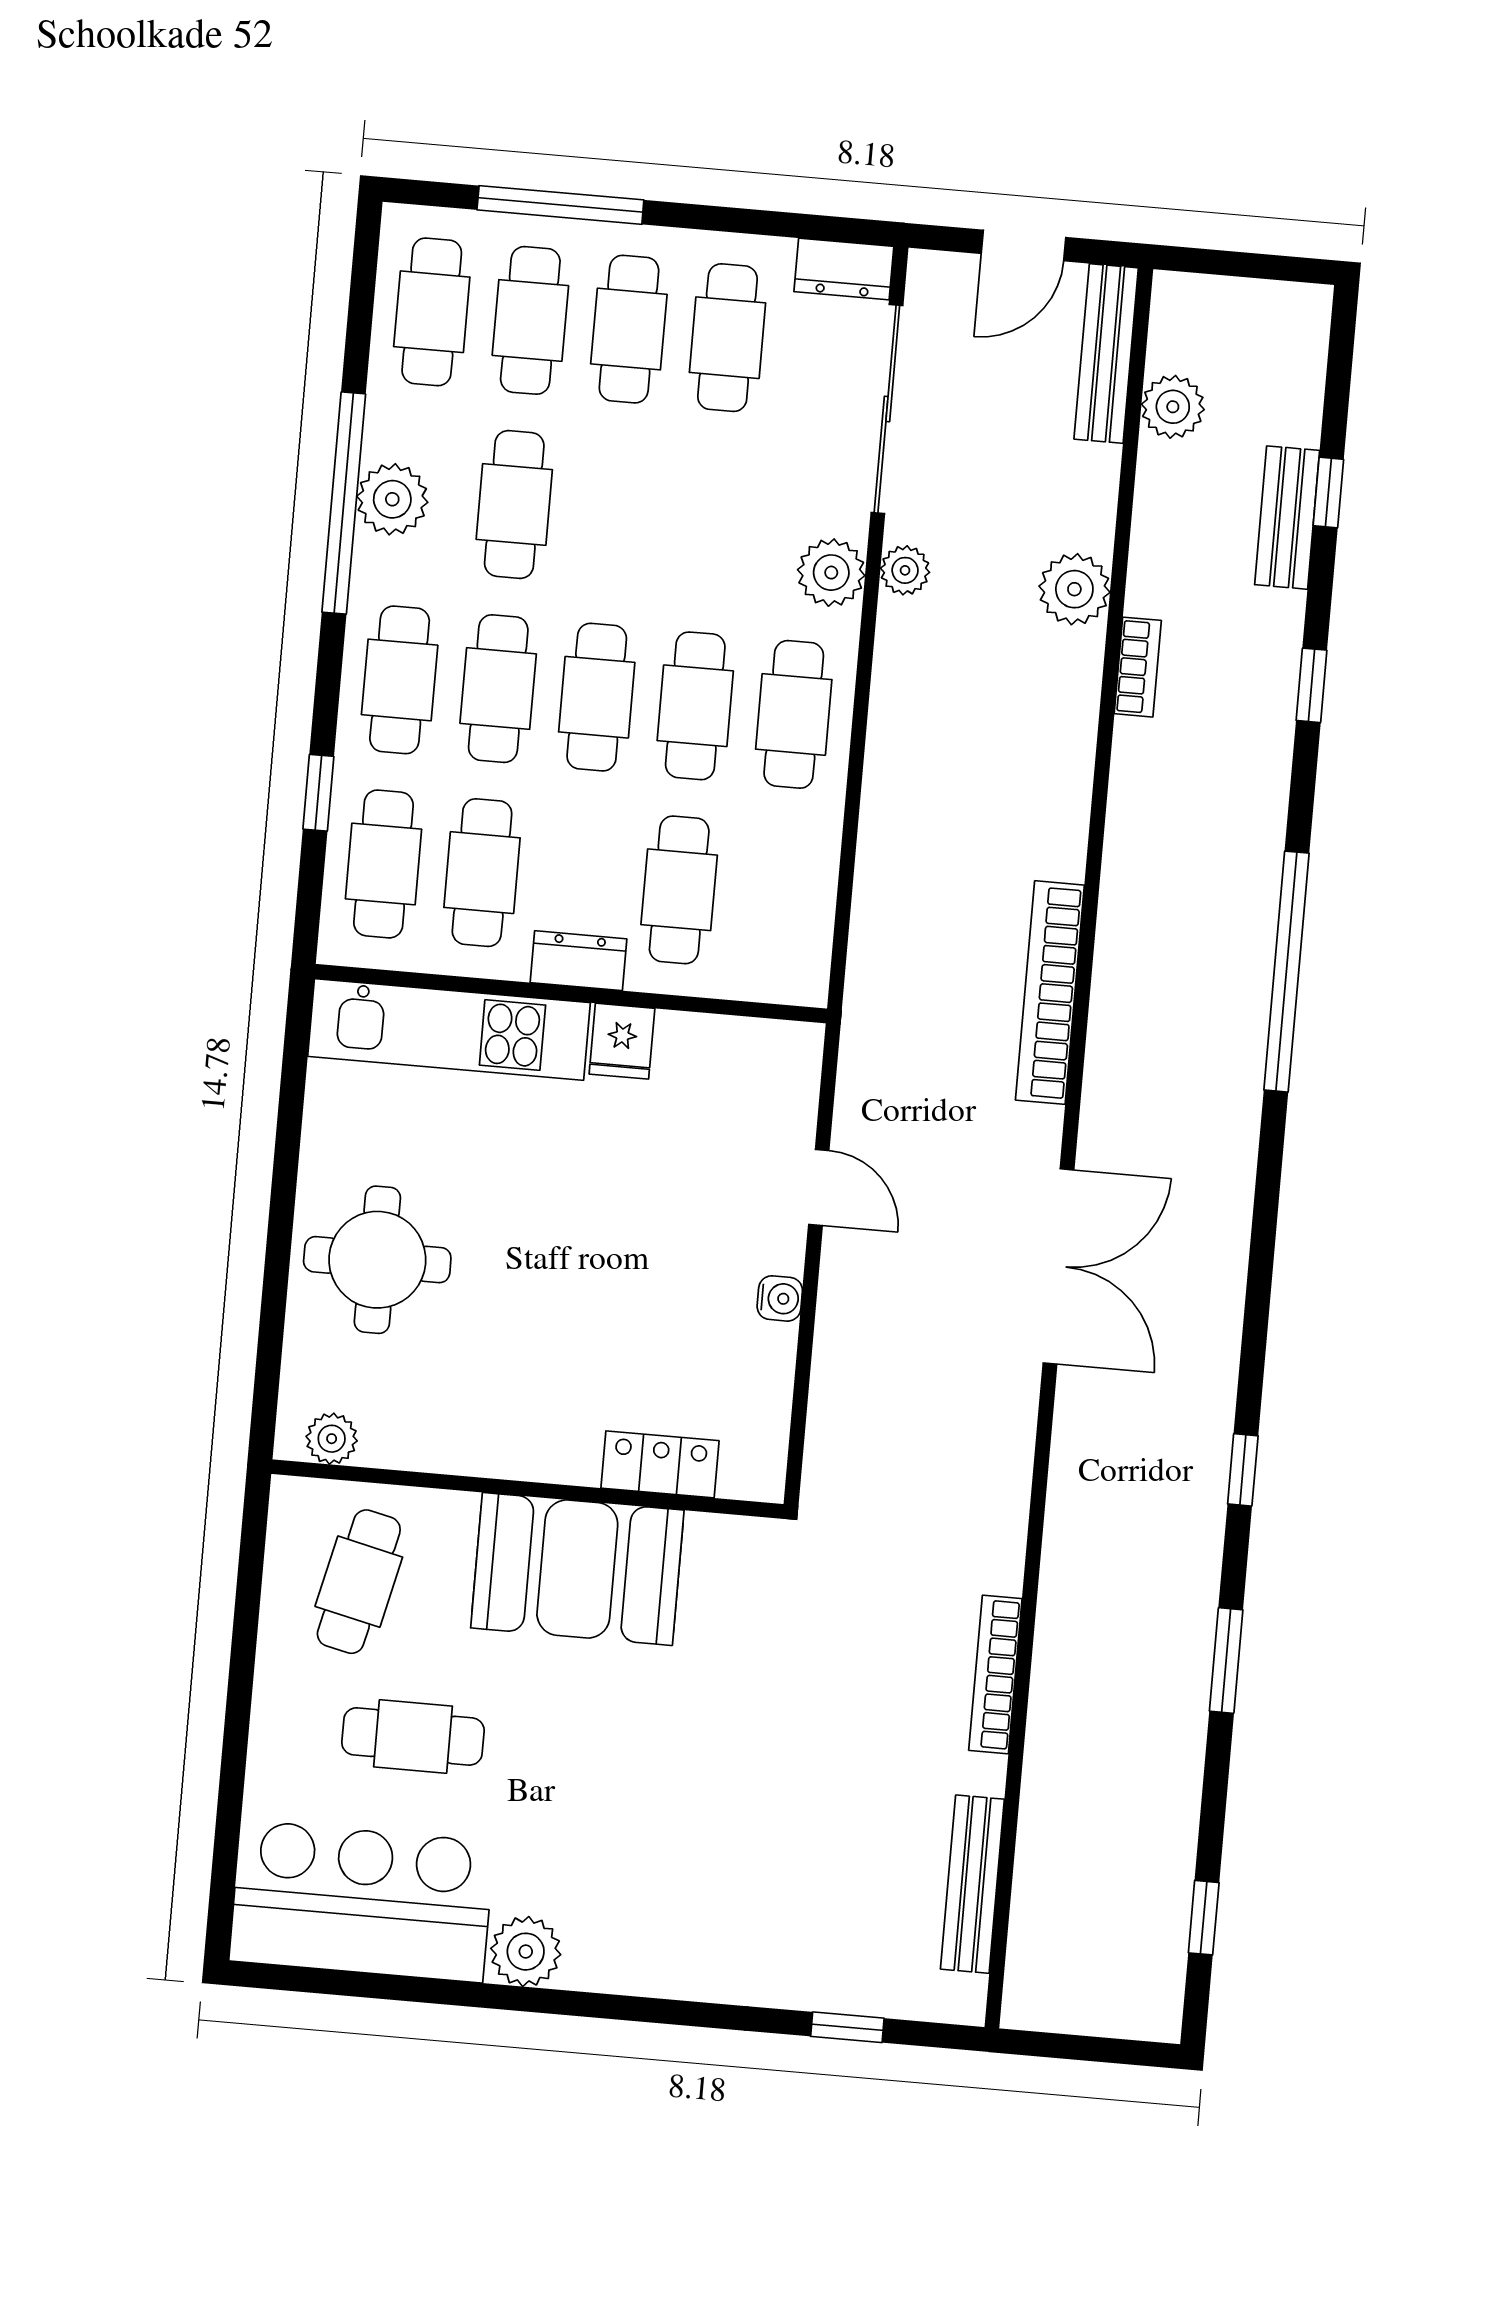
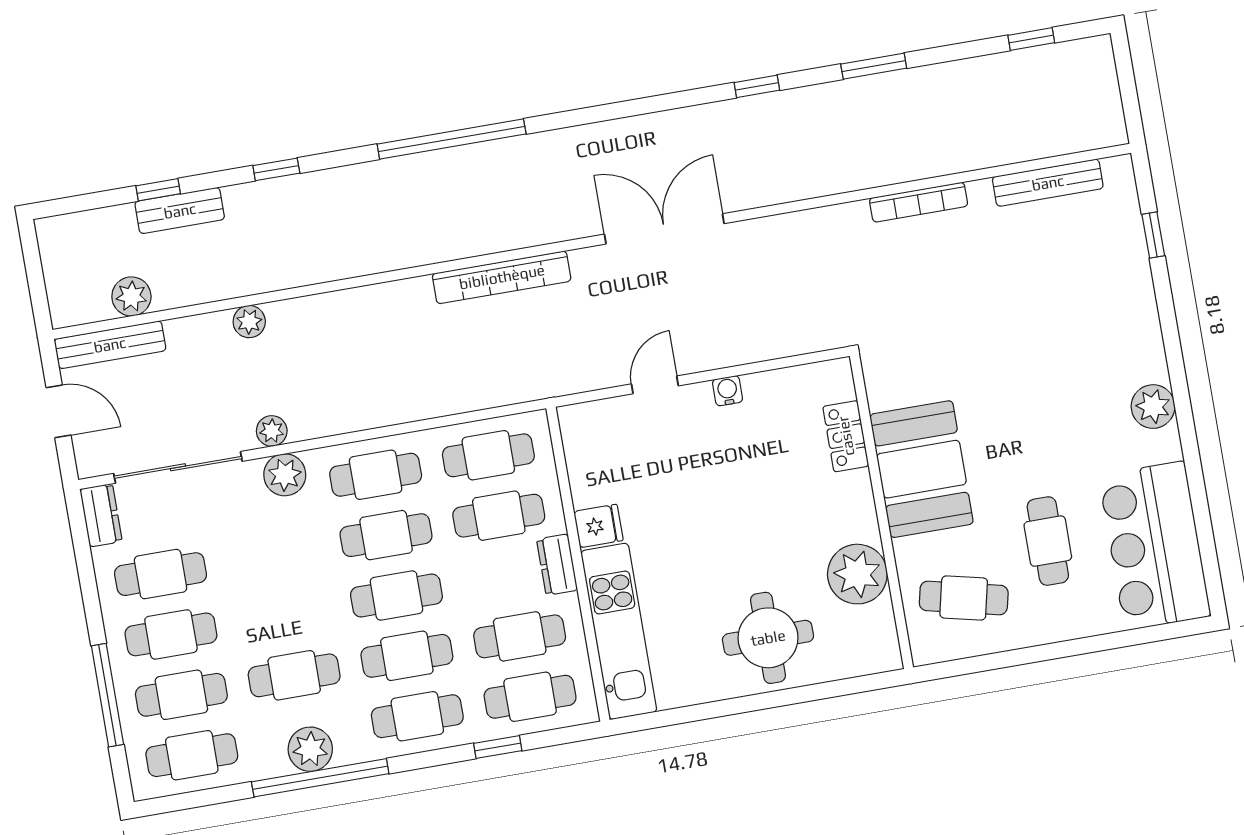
plant: (1074, 589) -> (249, 322), width x0.73, depth x0.73
bookcase: (1138, 667) -> (293, 276), removed
cafe table: (778, 898) -> (488, 455), added
plant: (332, 1439) -> (857, 574), moved, width x1.88, depth x1.88
plant: (526, 1952) -> (1153, 407), moved

